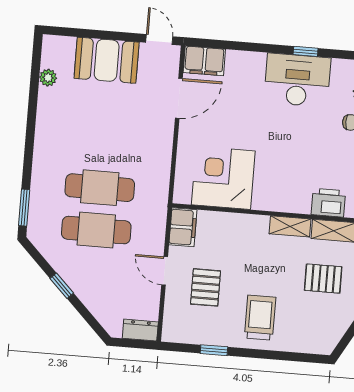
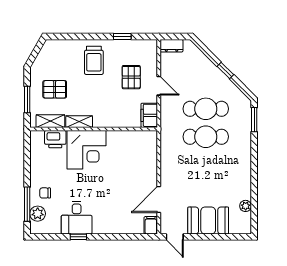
filing cabinet: (204, 61) -> (151, 225), width x0.50
desk: (297, 80) -> (77, 218), width x0.73
corner desk: (223, 178) -> (86, 150), moved

